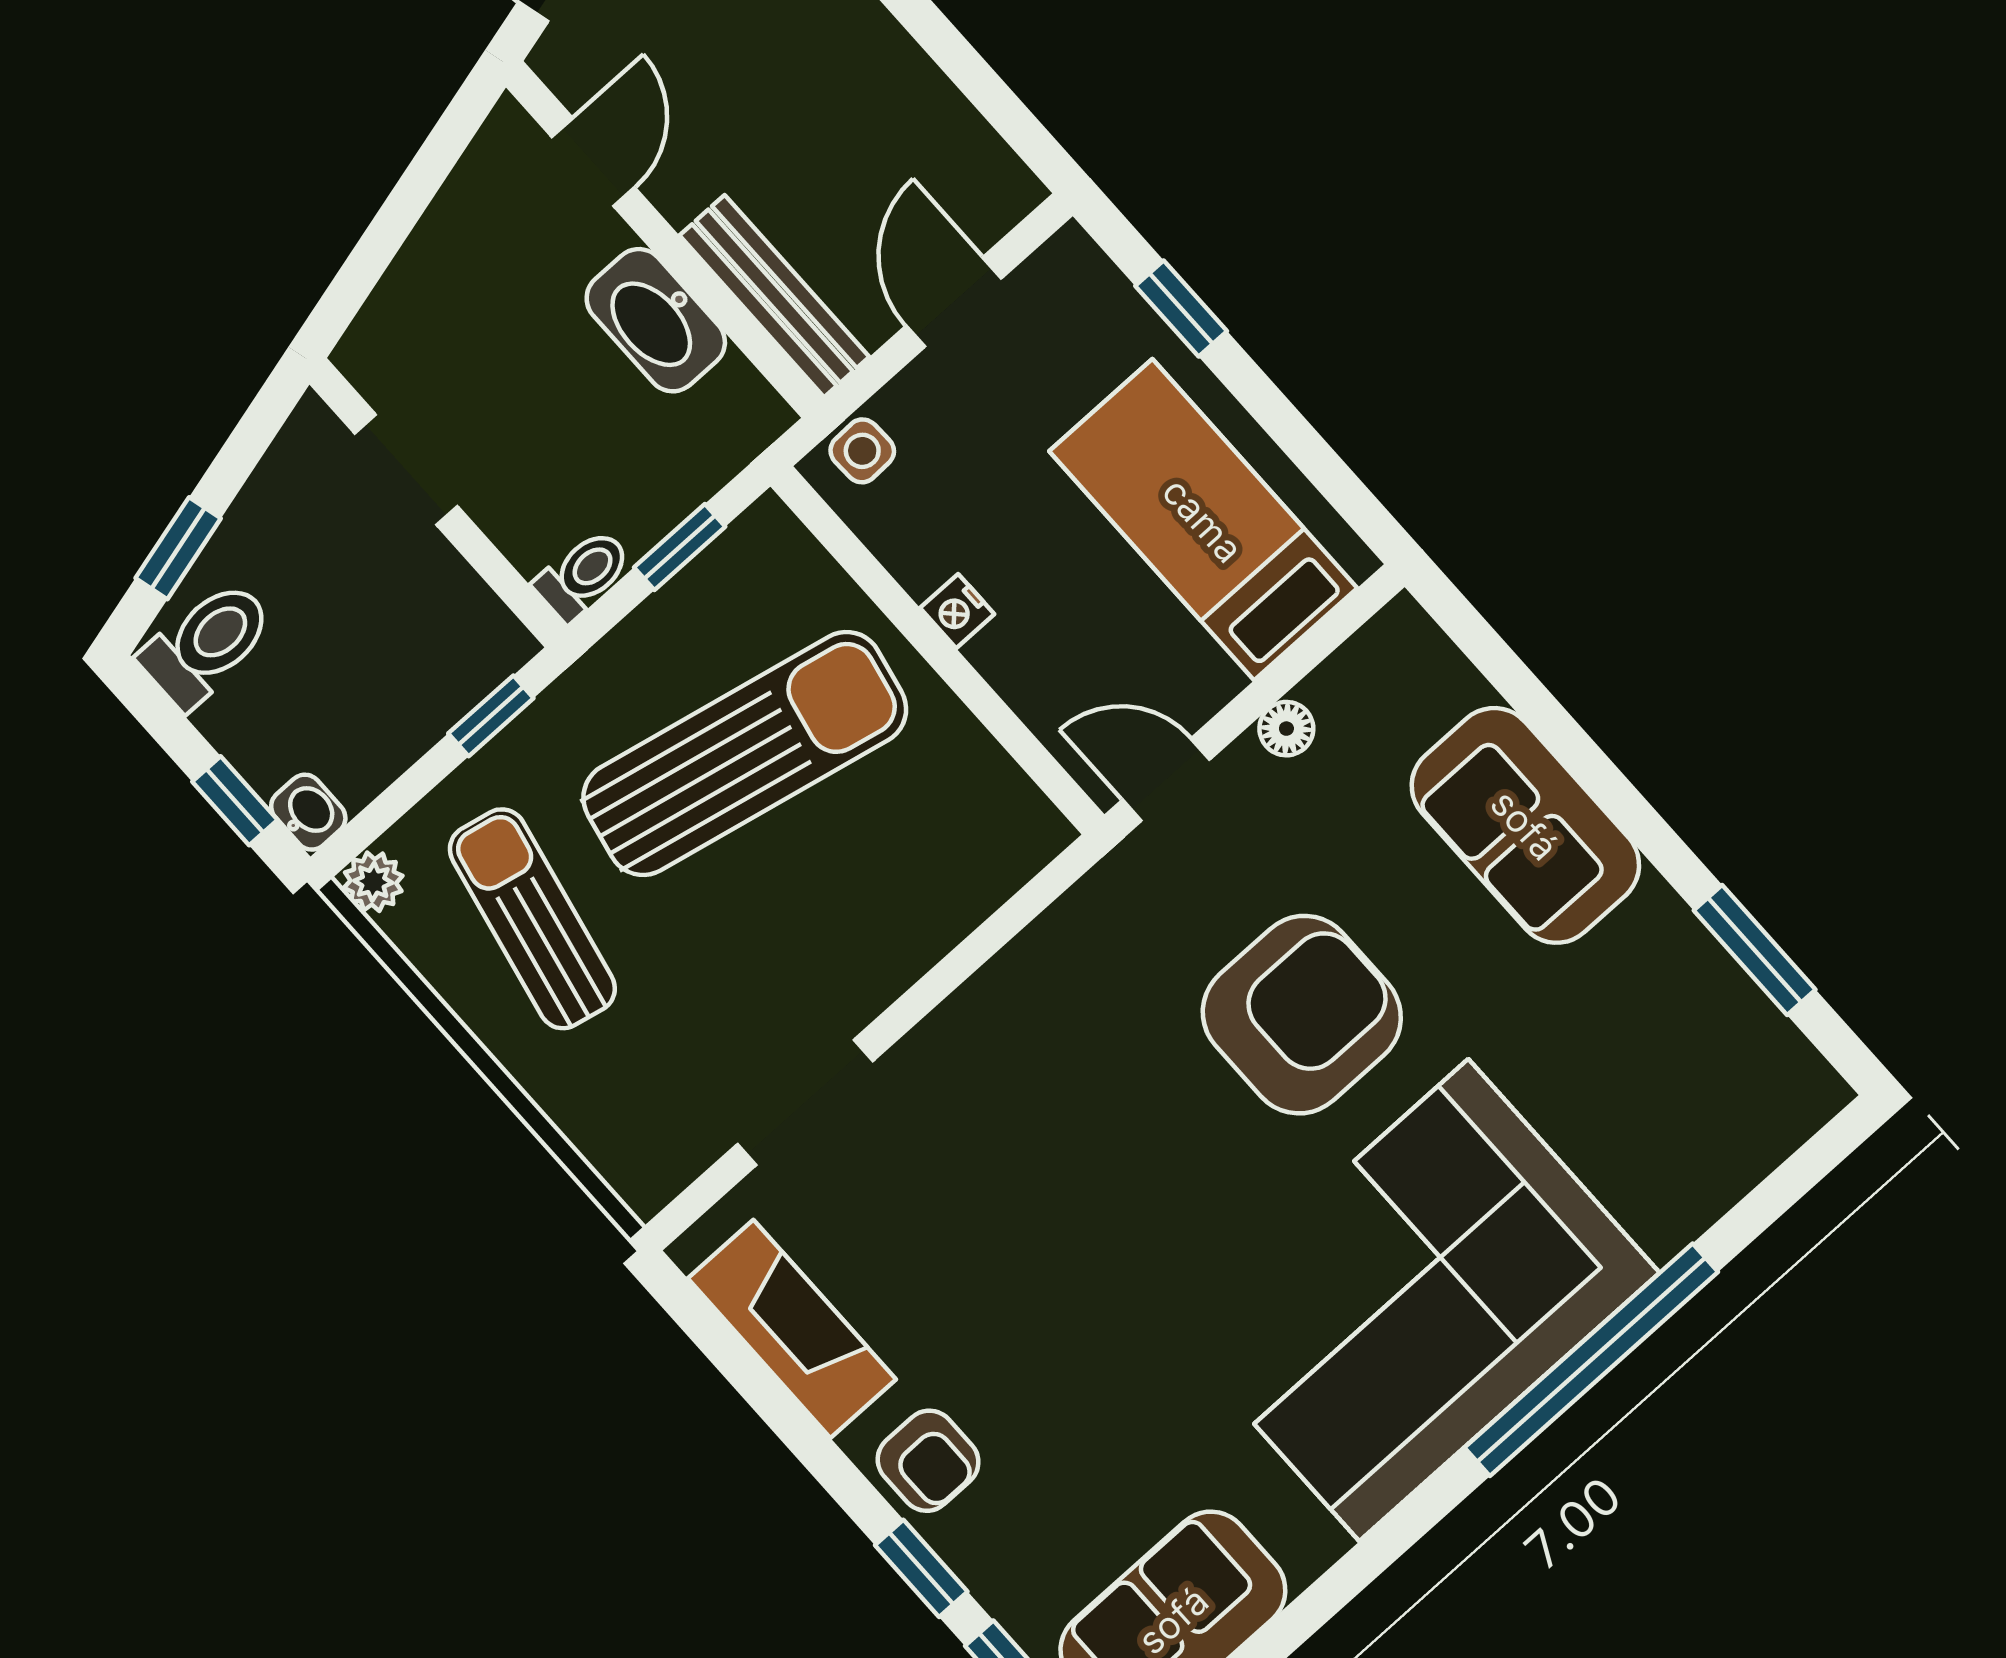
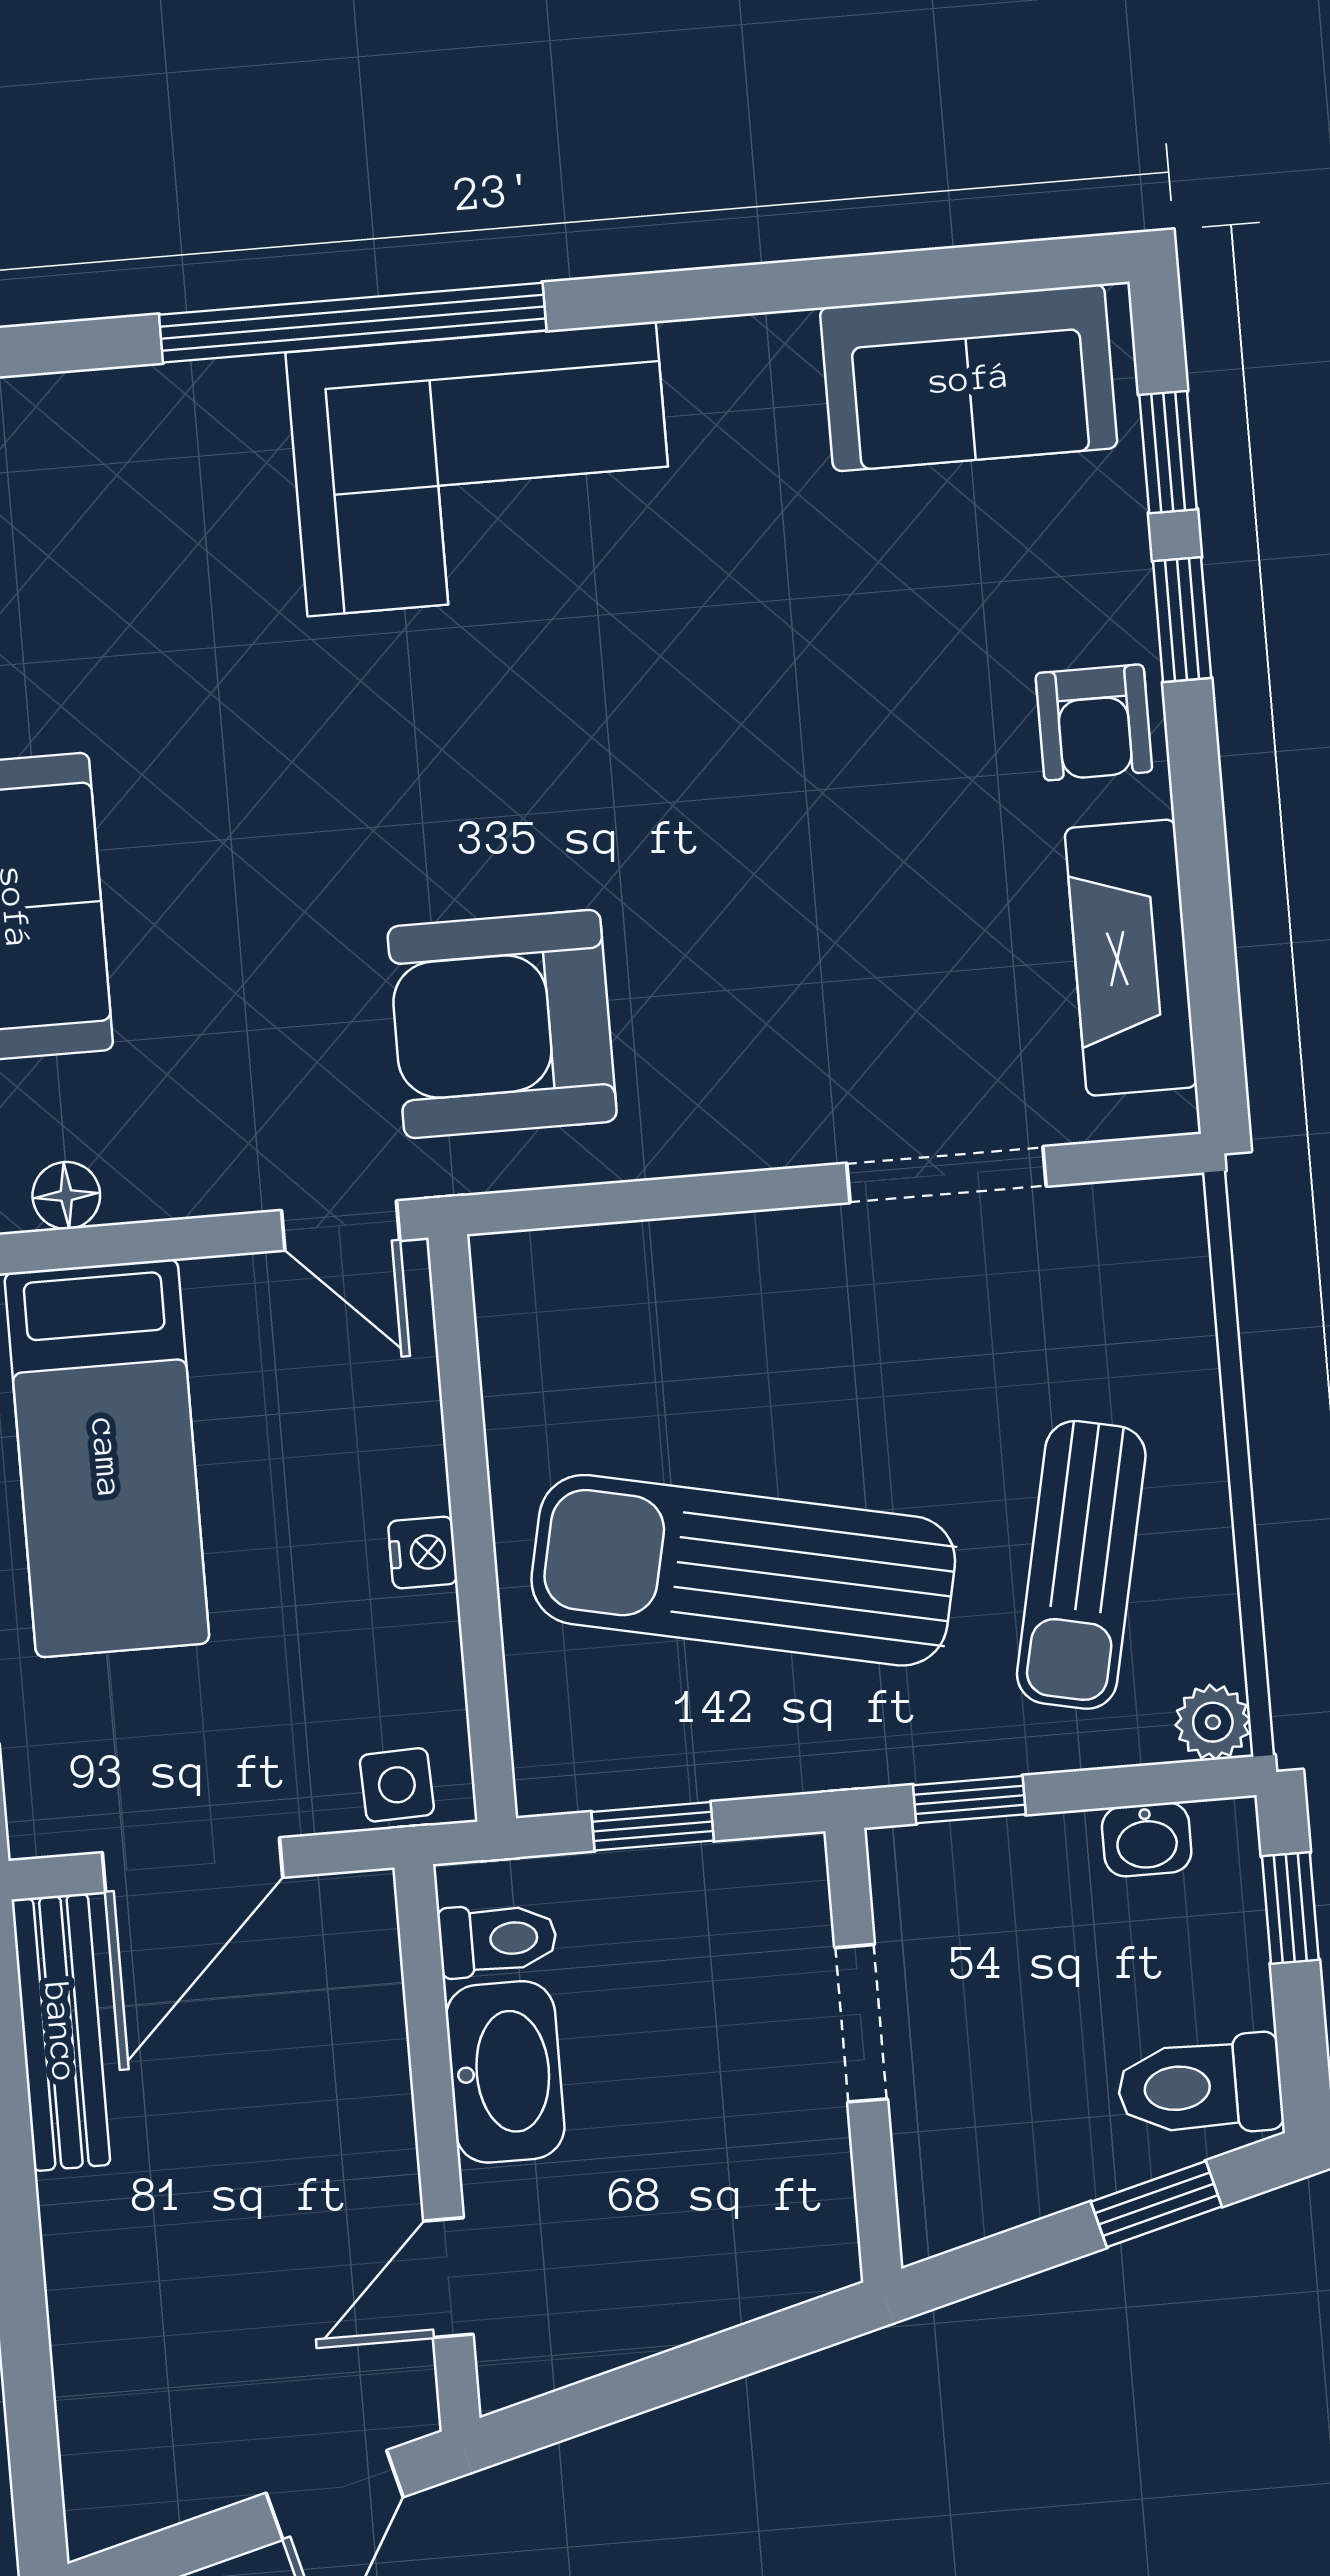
bench: (774, 296) -> (61, 2032), moved
door: (954, 302) -> (193, 1865), width x1.38
doorway: (406, 470) -> (861, 2023), moved
toilet: (583, 575) -> (498, 1939), moved, turned 180
floor lamp: (1286, 729) -> (66, 1195), moved
washbasin: (308, 812) -> (1147, 1839), moved, turned -90
armchair: (1302, 1015) -> (502, 1024), moved
corner sofa: (1414, 1300) -> (482, 469), width x0.73, depth x0.74
armchair: (928, 1461) -> (1094, 722), turned 180

